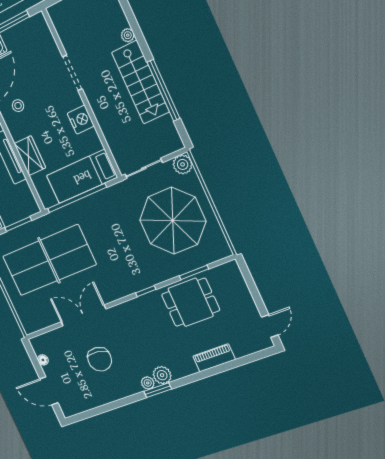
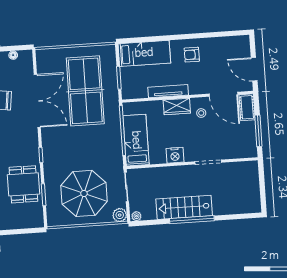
plant: (128, 35) -> (136, 216), moved
window: (164, 90) -> (192, 220), moved
wardrobe: (30, 156) -> (177, 107), moved
double door: (83, 315) -> (37, 101), width x1.36

